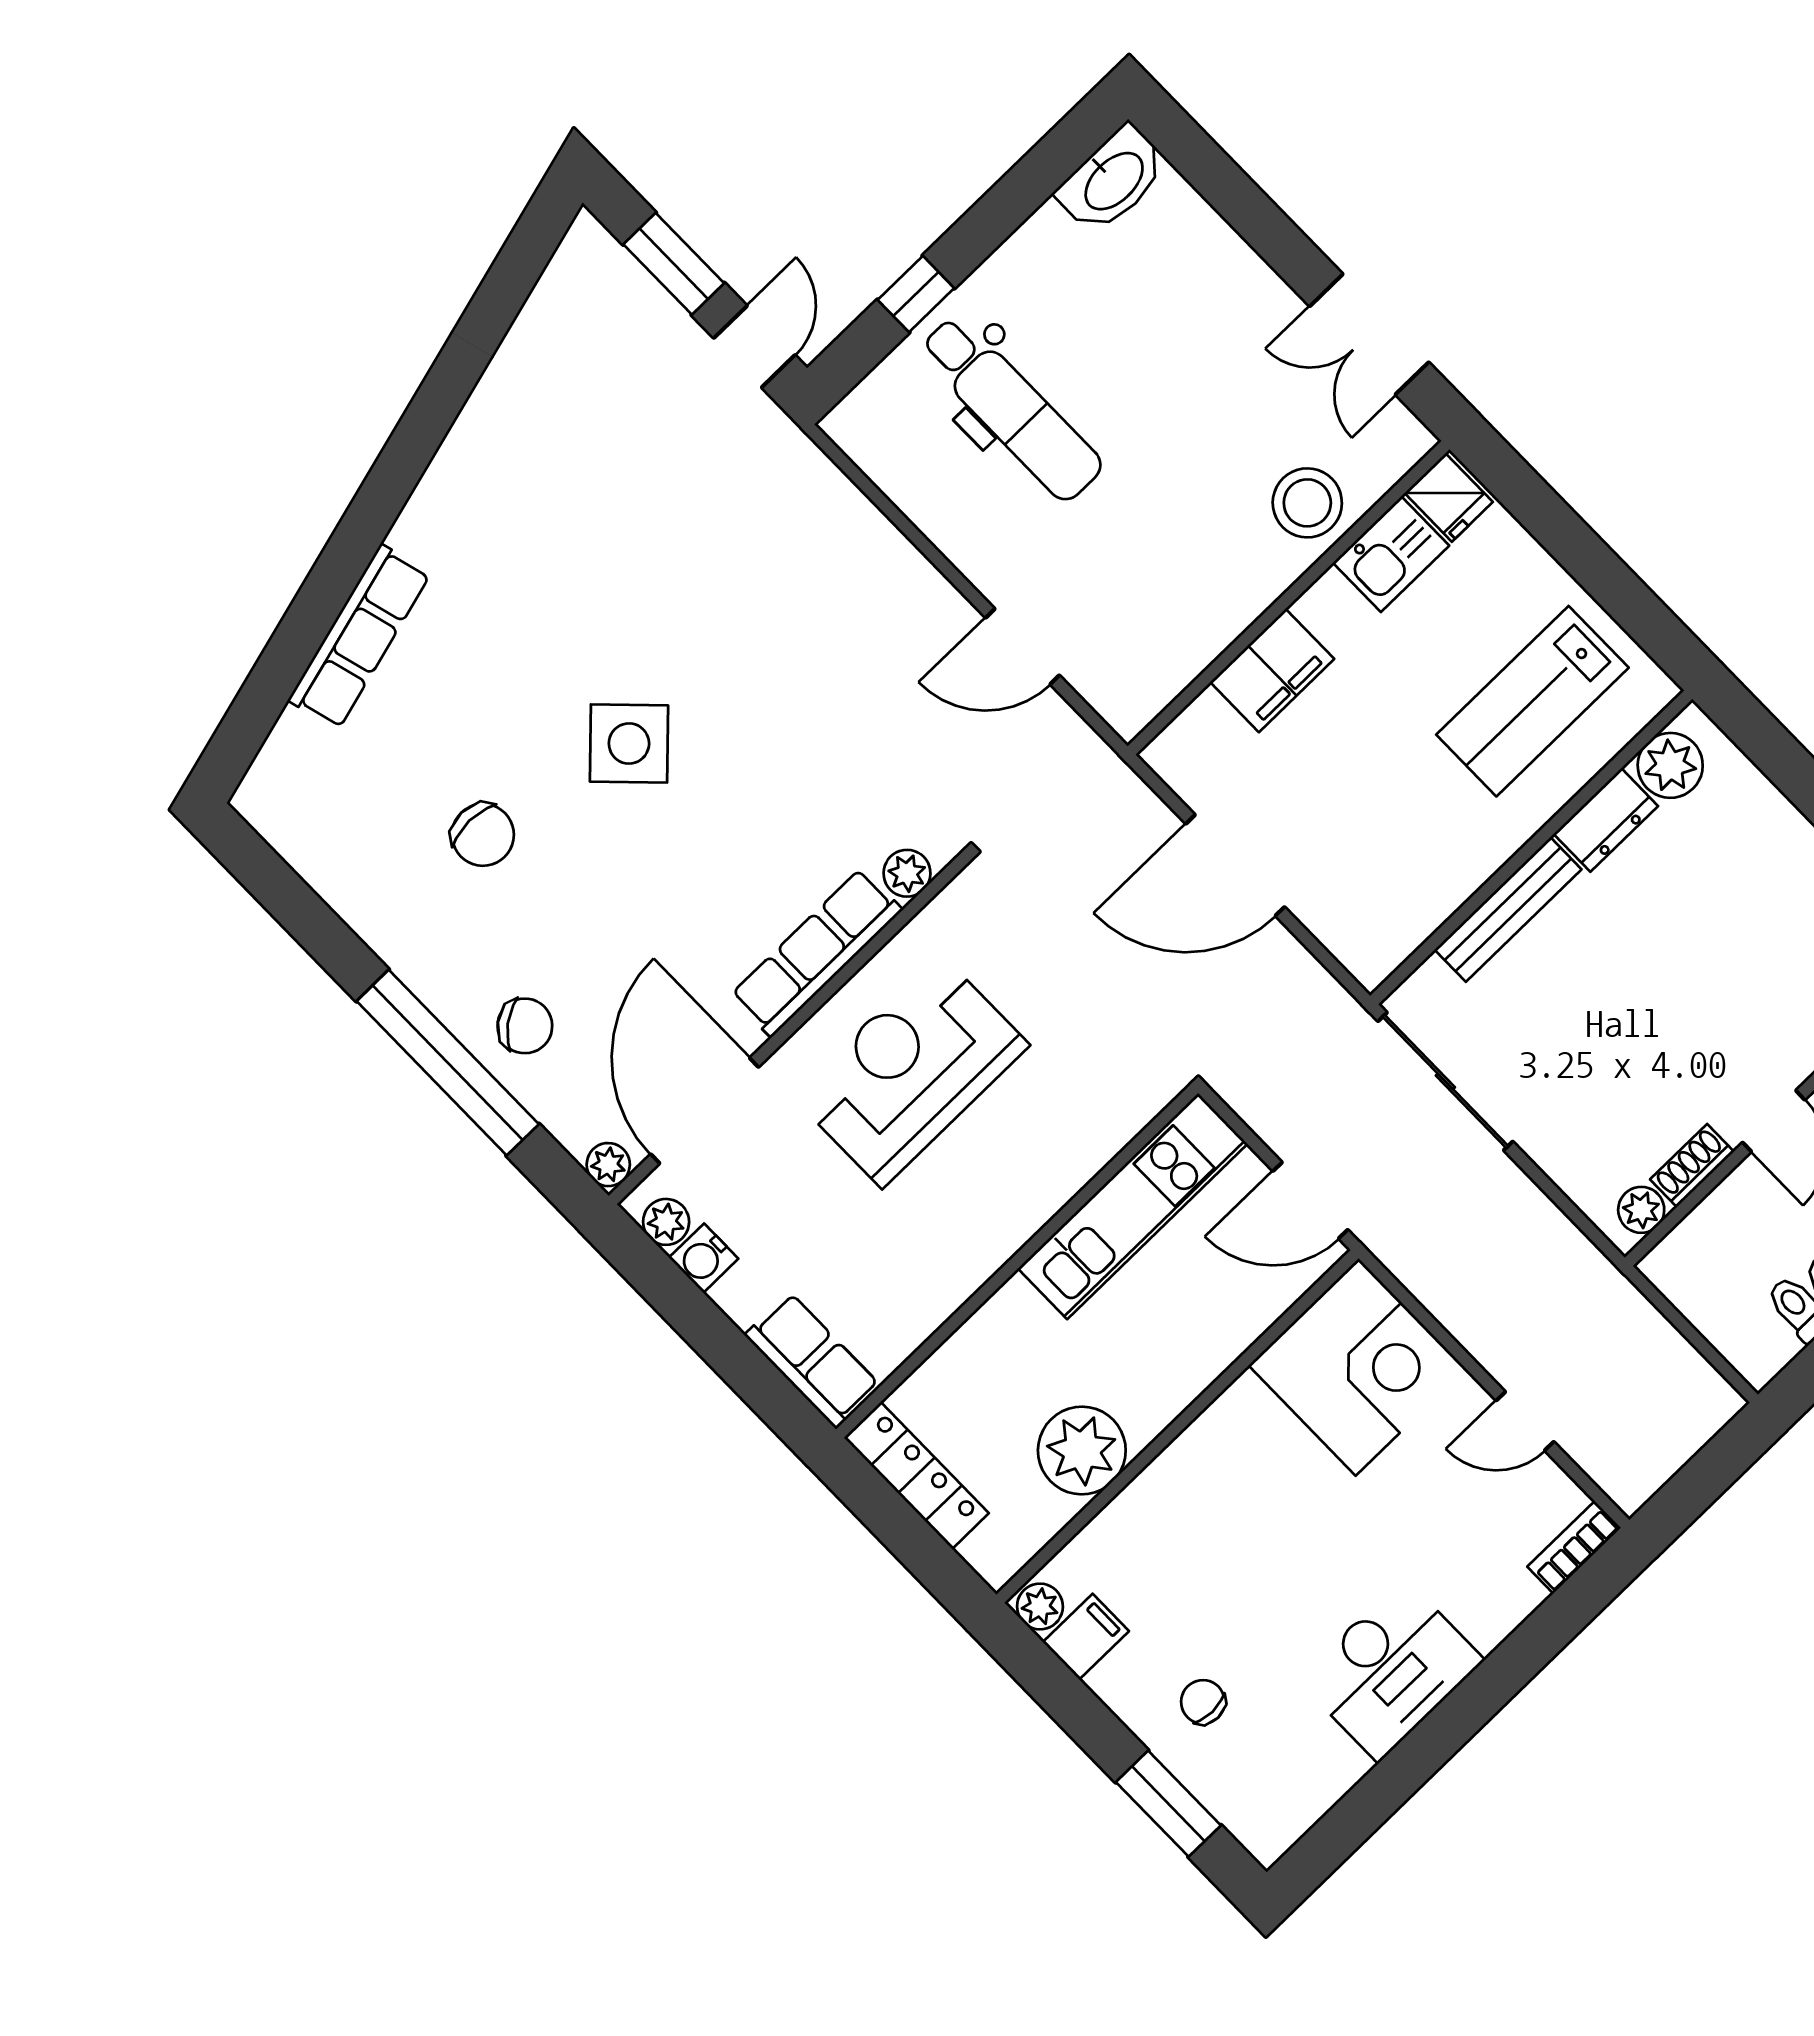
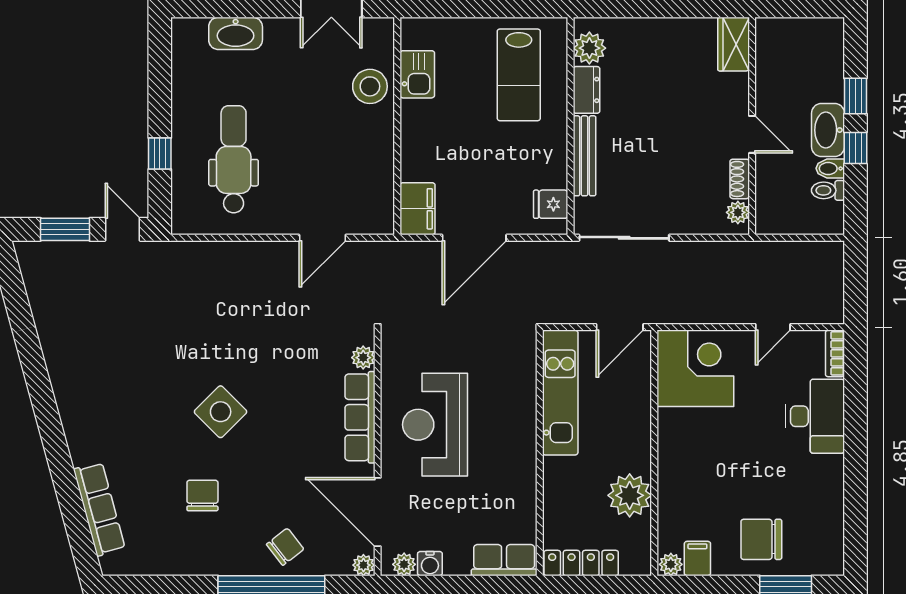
washbasin: (1113, 180) -> (236, 33), moved, turned 90
dental chair: (1011, 408) -> (234, 159), turned -90
fridge: (1449, 497) -> (551, 204), moved, turned 180
row of seats: (359, 637) -> (99, 509), moved
filing cabinet: (1272, 670) -> (417, 209), moved
chair: (483, 835) -> (202, 495), turned -90
desk: (1391, 1670) -> (815, 416), moved
chair: (1203, 1702) -> (761, 539), width x1.87, depth x1.87

